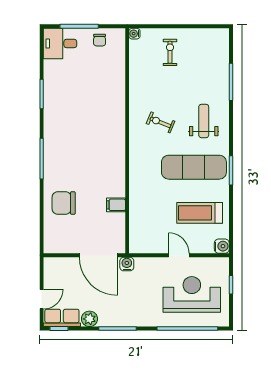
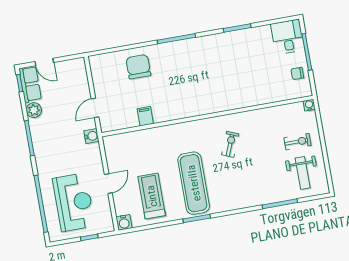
weight bench: (204, 121) -> (303, 173), moved, turned 90
door: (98, 255) -> (95, 108), width x0.53

